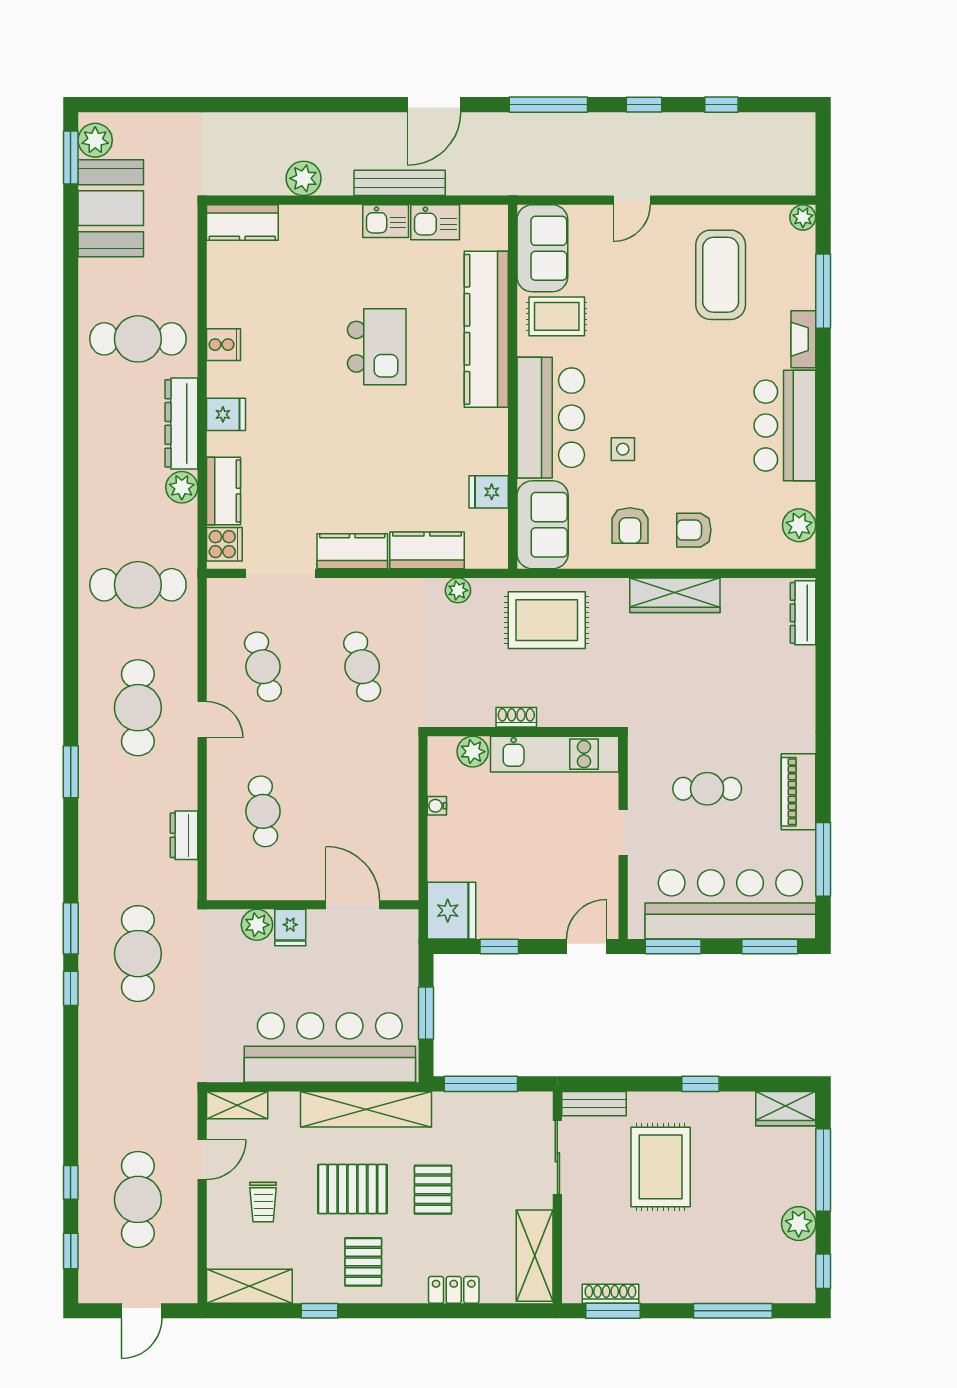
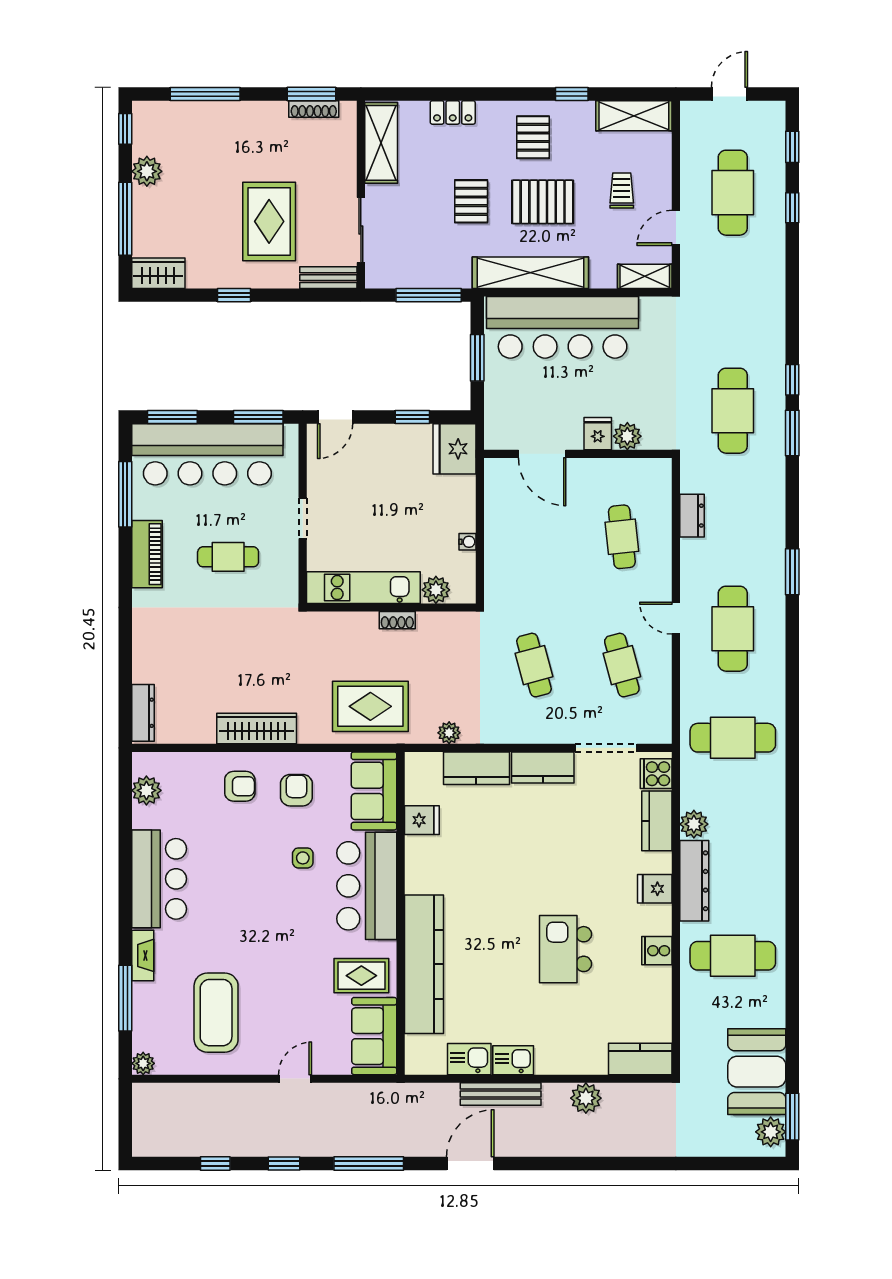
kitchen island: (377, 347) -> (566, 949), moved

